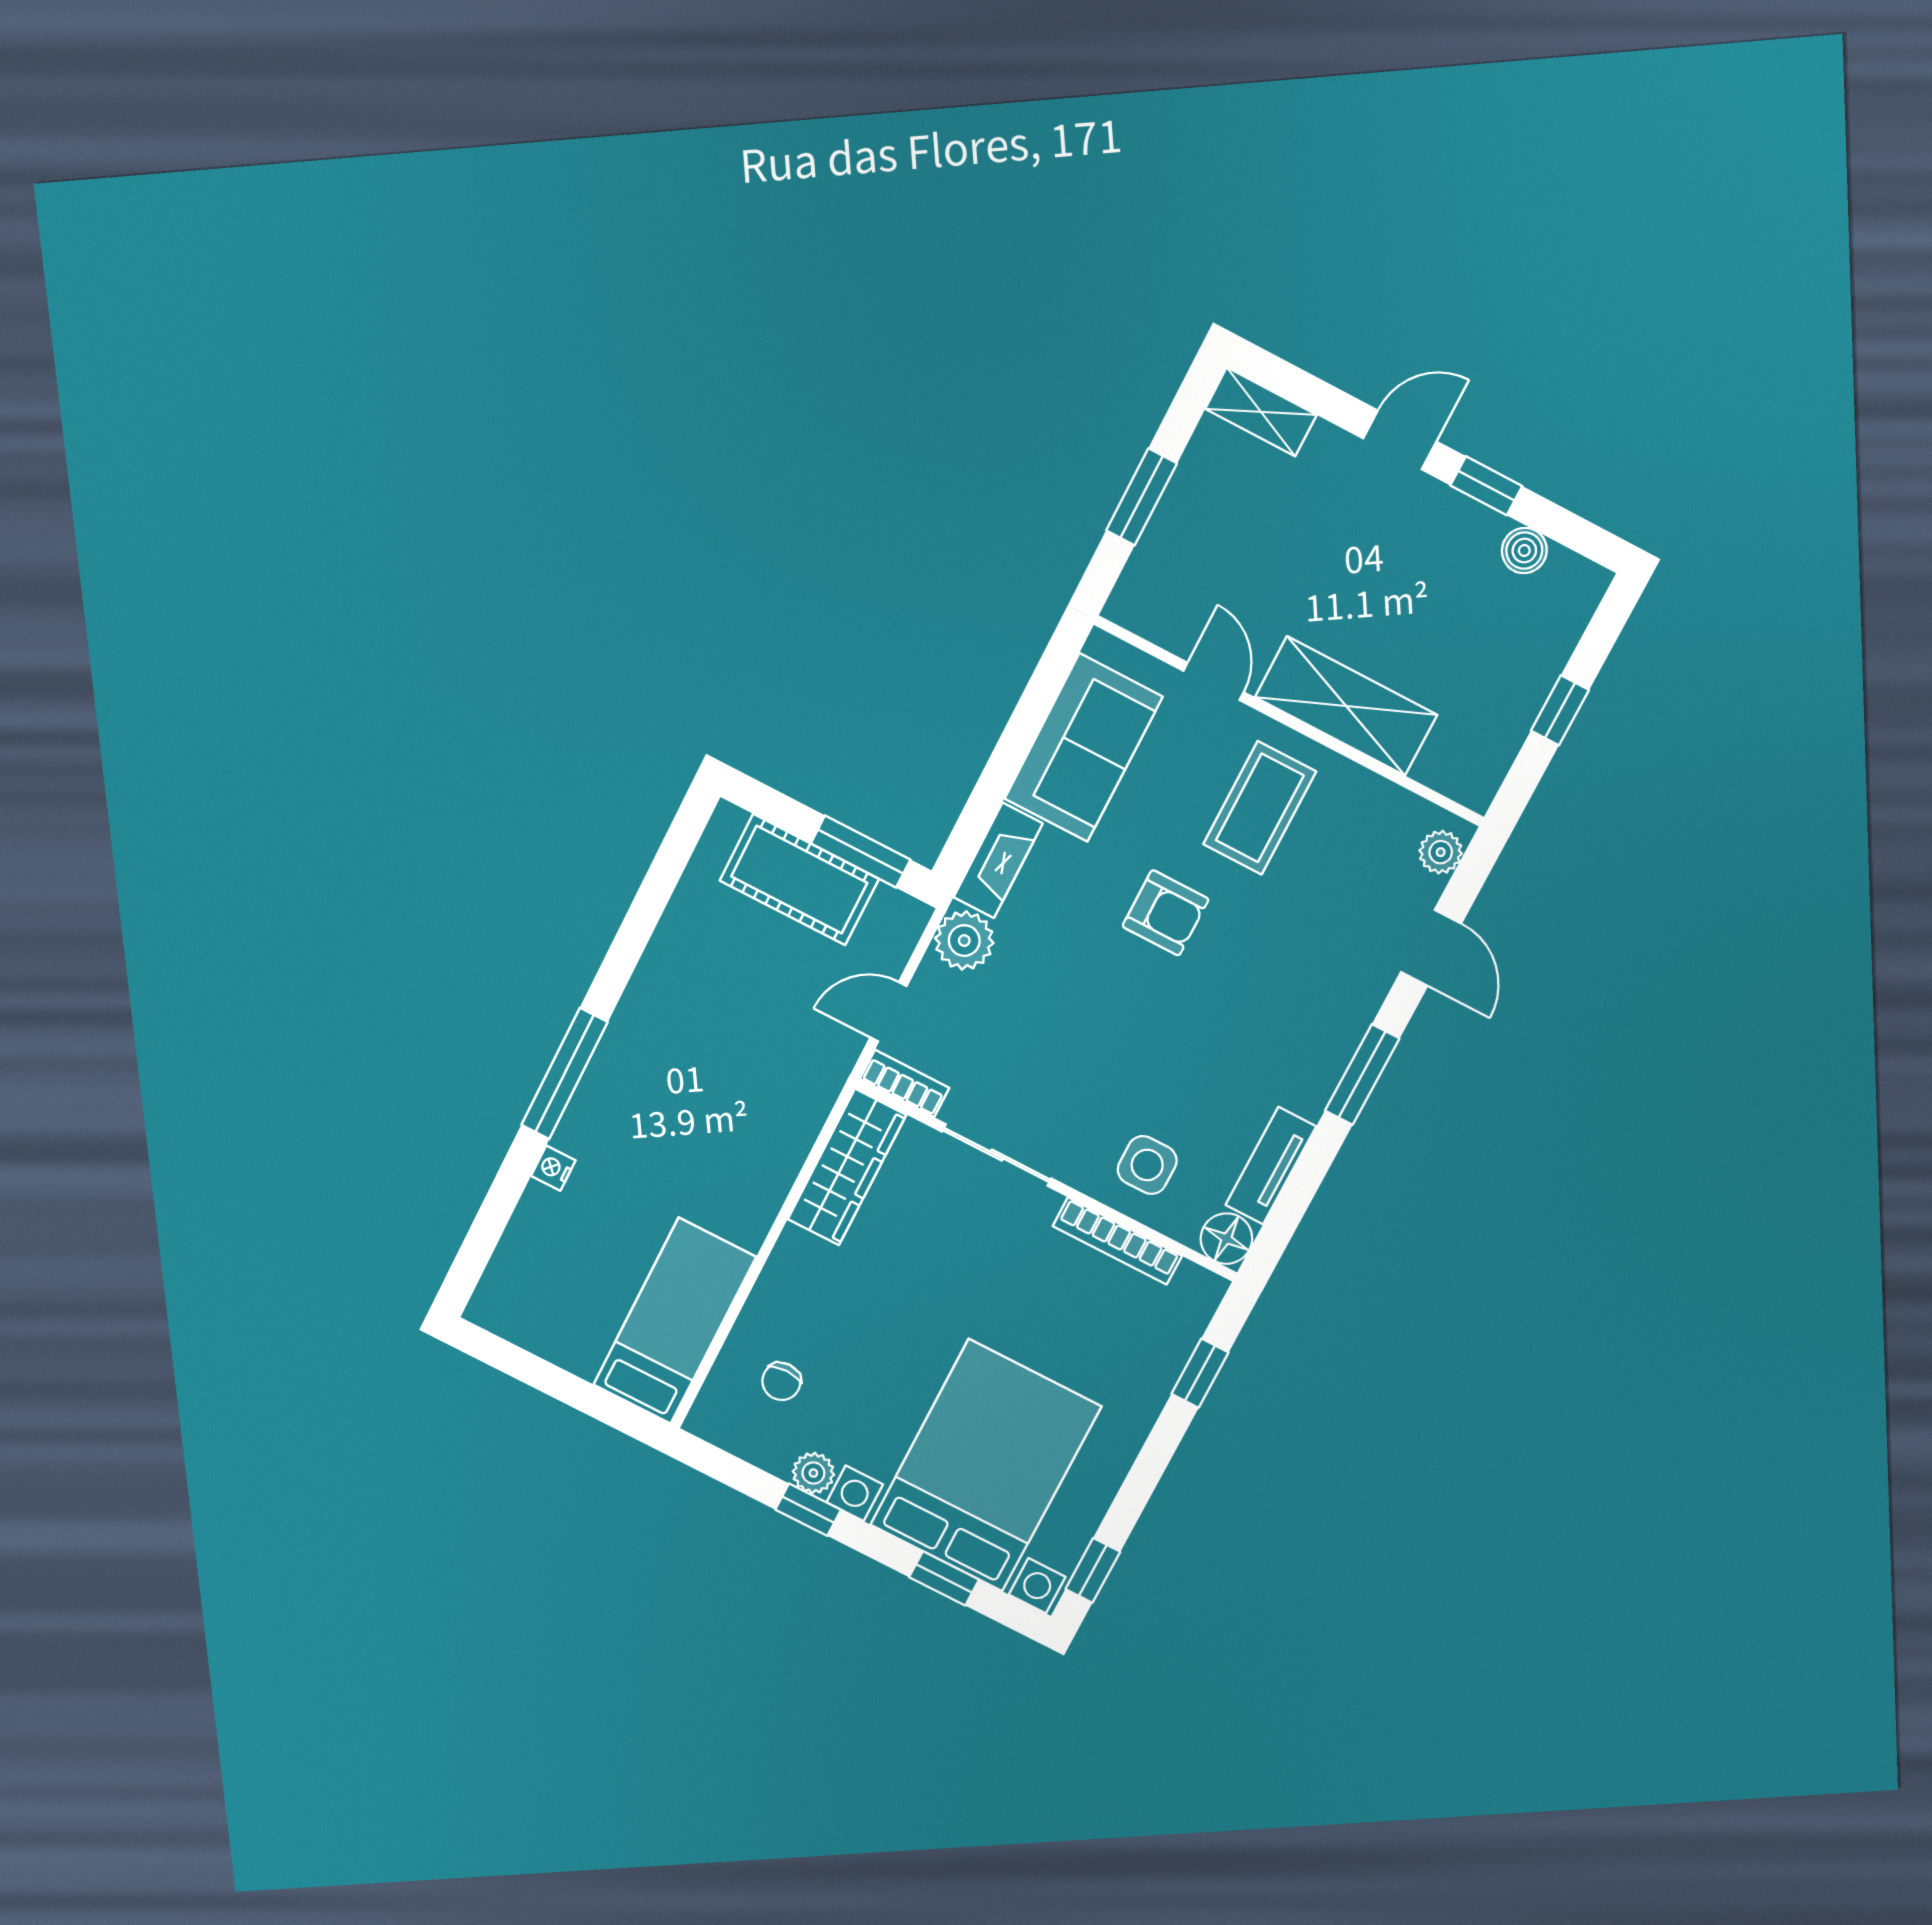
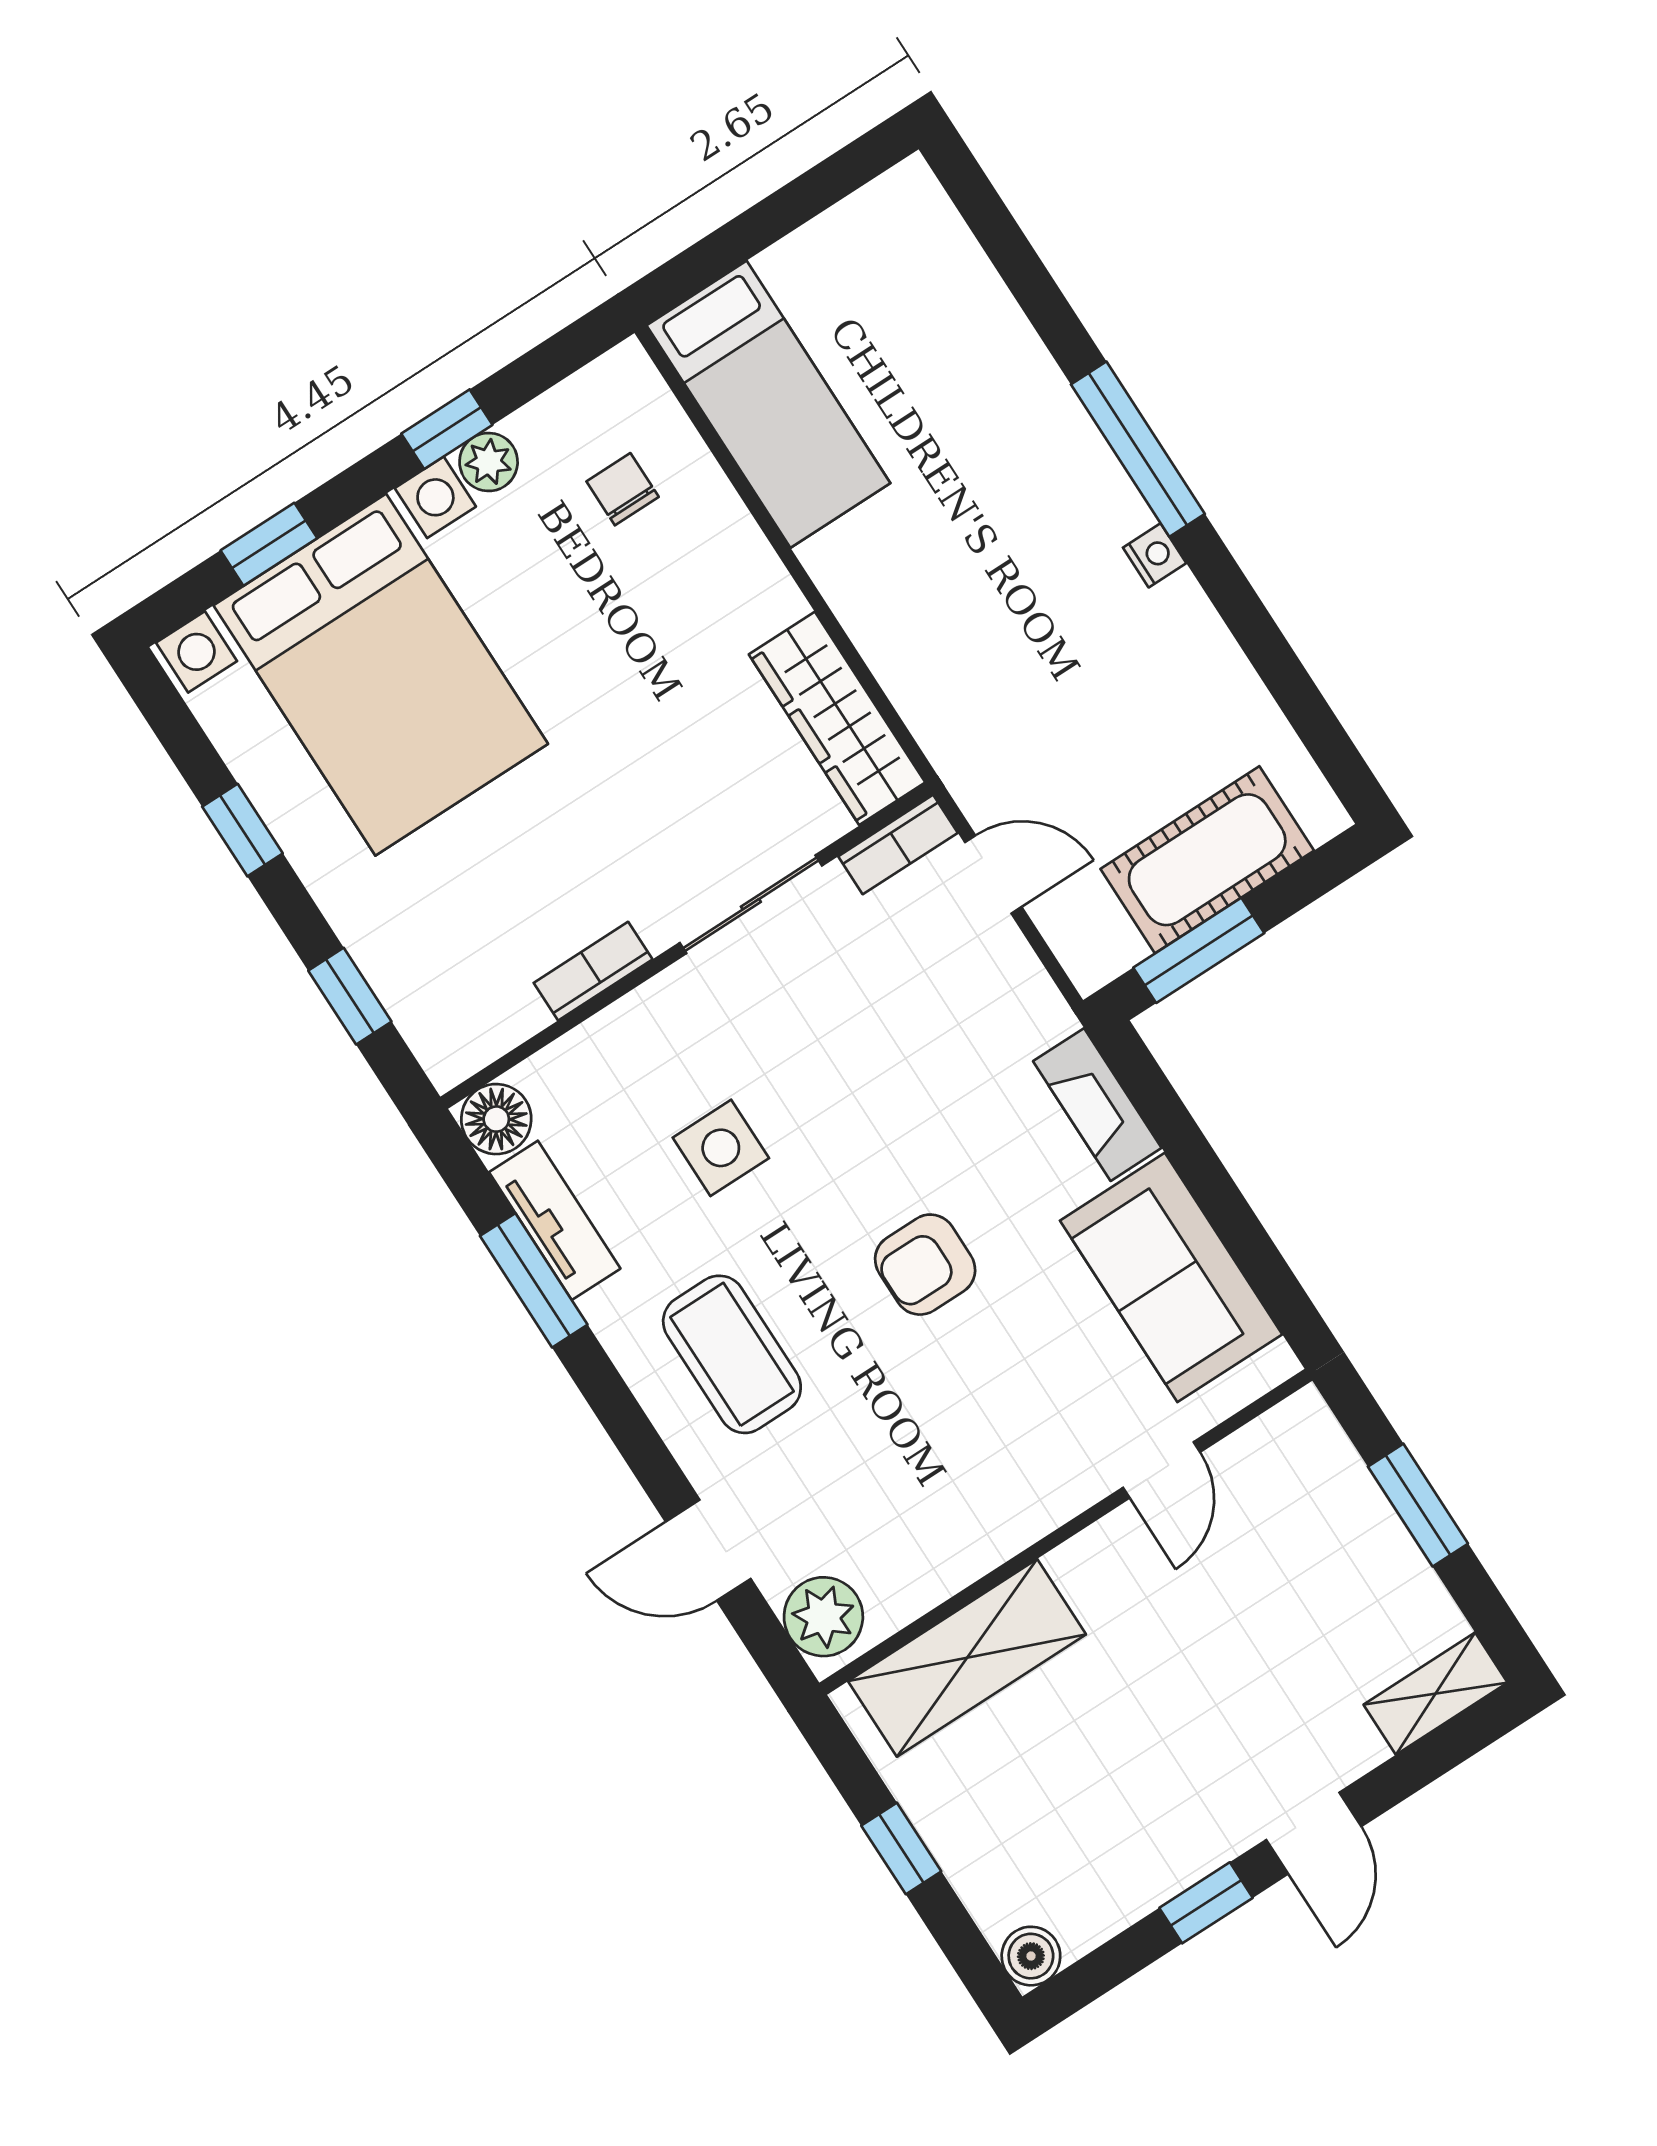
boiler: (1524, 551) -> (1031, 1956), moved
door: (1213, 681) -> (1162, 1470), hinge flipped
shelving: (1346, 706) -> (967, 1658), moved
coffee table: (1260, 808) -> (732, 1354), moved
plant: (1441, 852) -> (823, 1617), width x1.38, depth x1.38
plant: (964, 941) -> (1026, 1012), removed
door: (888, 1012) -> (993, 875), hinge flipped
window: (1362, 1075) -> (534, 1280), moved
side table: (1147, 1165) -> (721, 1148), moved
nightstand: (553, 1168) -> (1155, 555), moved
bookcase: (1117, 1241) -> (593, 971), width x0.64
window: (1093, 1570) -> (242, 830), moved

